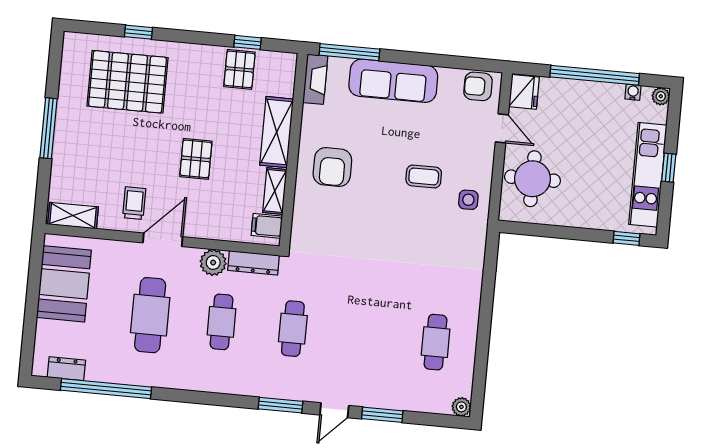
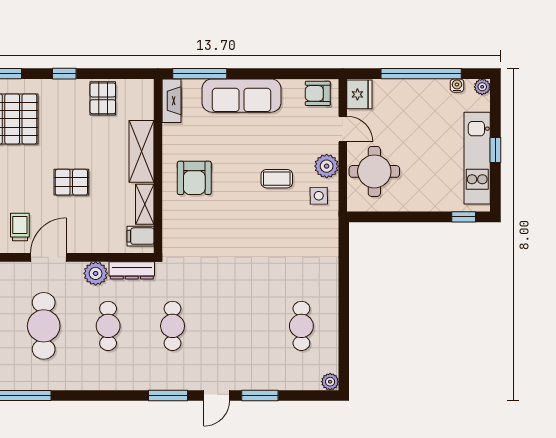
window: (247, 42) -> (64, 74), moved
pallet: (196, 159) -> (71, 182), turned 90
plant: (480, 168) -> (327, 166), added

